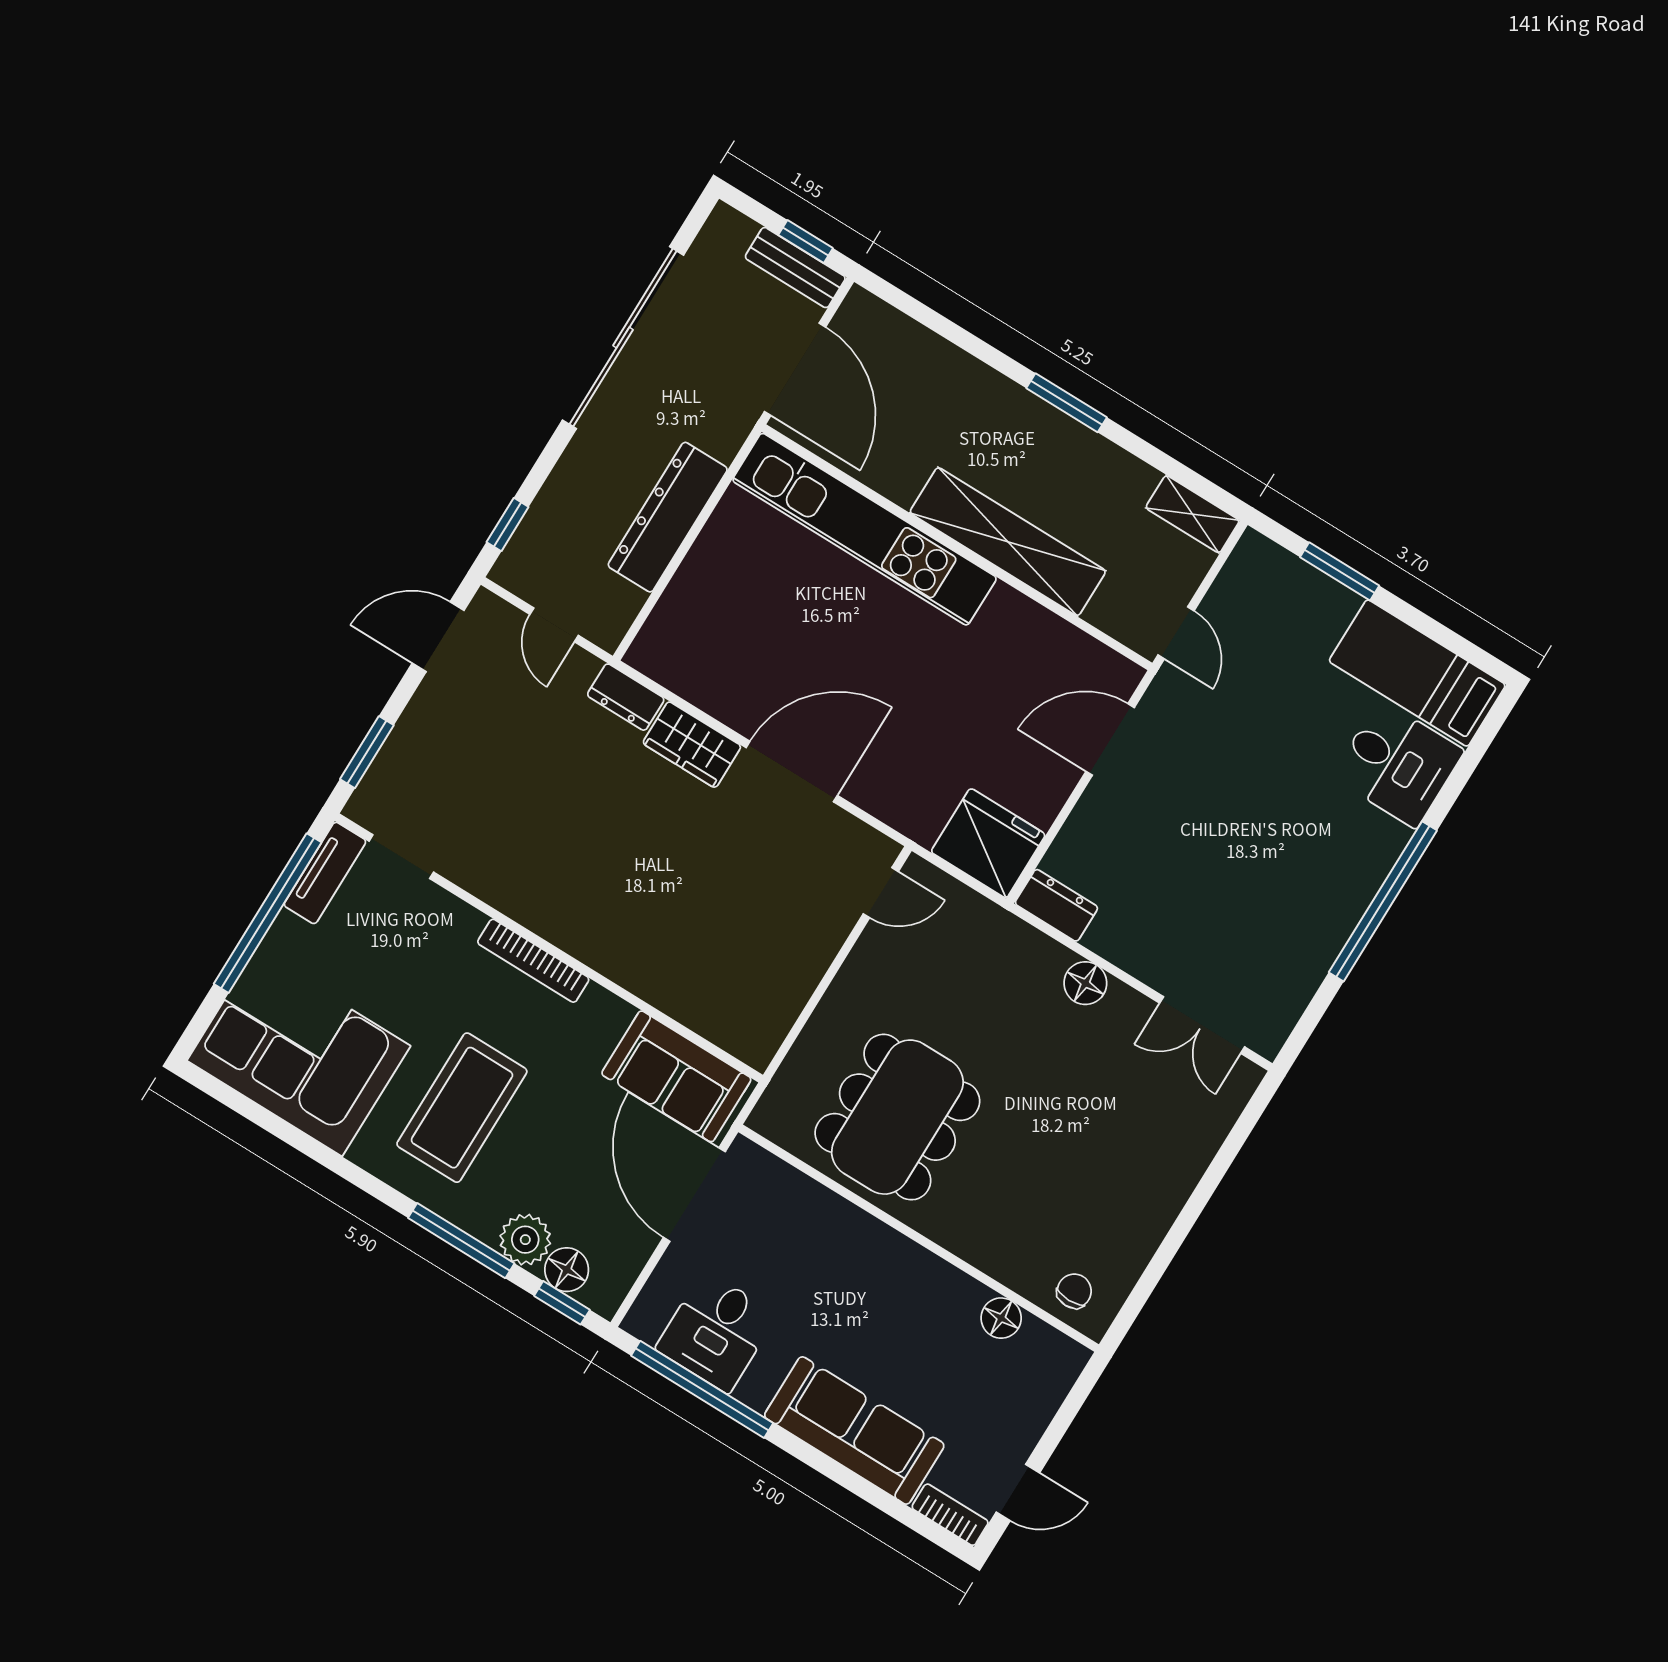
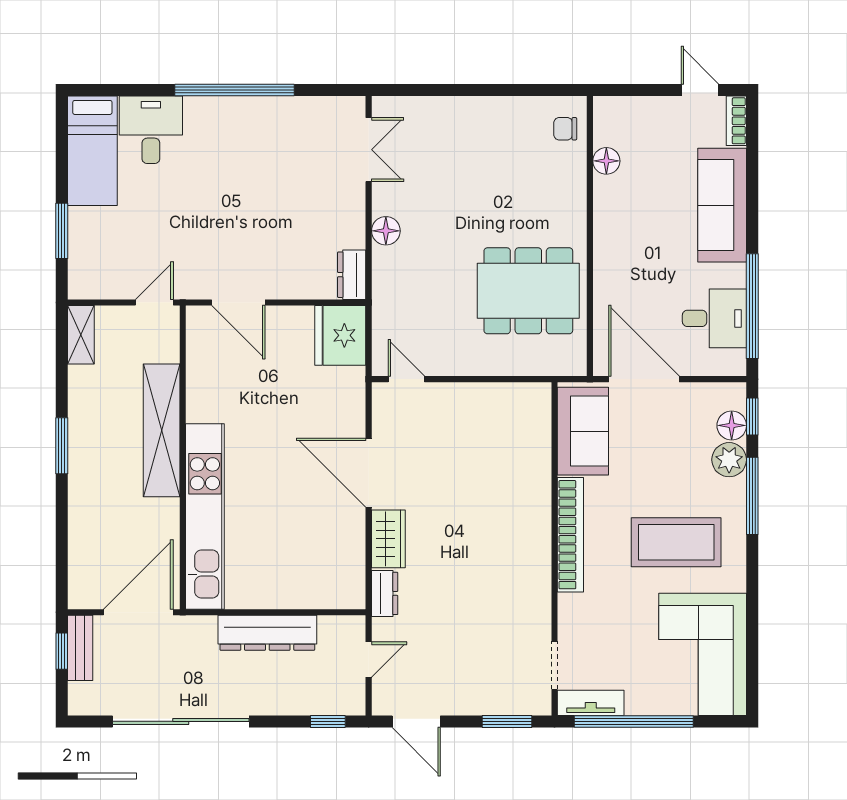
bookcase: (533, 961) -> (570, 535), width x1.48, depth x1.31
door: (694, 1195) -> (644, 379), swing flipped

